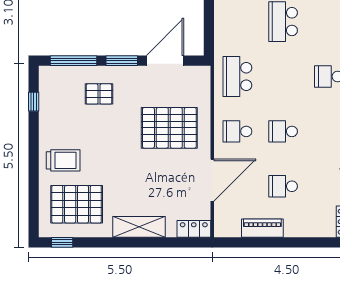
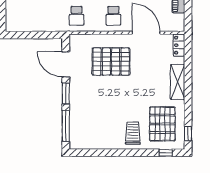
school desk: (237, 76) -> (77, 16), width x0.54
pallet: (99, 94) -> (88, 109), removed
window: (34, 102) -> (166, 153), moved
pallet: (169, 128) -> (111, 62), turned 90

